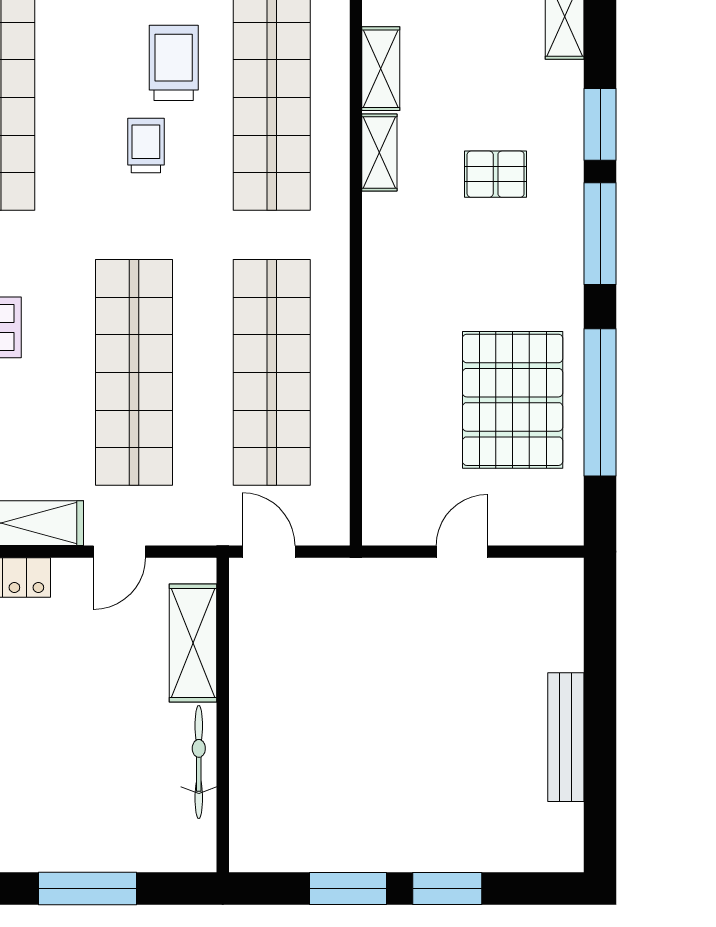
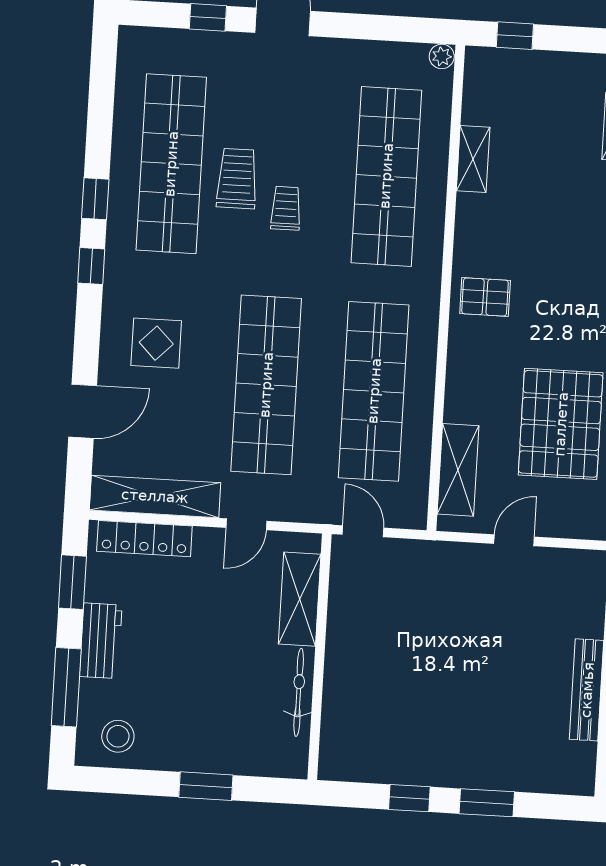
trolley: (174, 63) -> (237, 179), moved
shelving: (379, 153) -> (458, 470), moved, width x1.50, depth x1.33
pallet: (496, 174) -> (485, 297), moved
window: (88, 889) -> (206, 786), width x0.69
window: (348, 889) -> (409, 798), width x0.67

